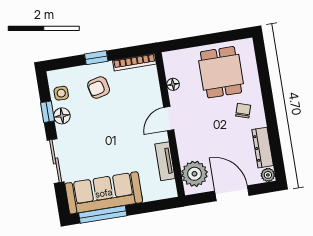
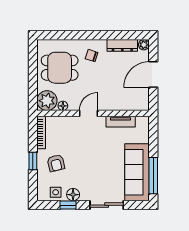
door: (169, 119) -> (88, 113), swing flipped
plant: (195, 174) -> (47, 101), moved

